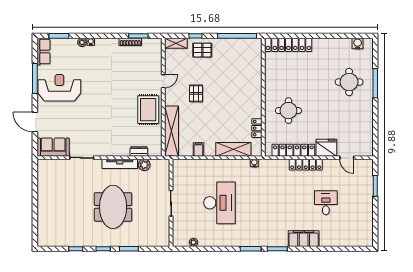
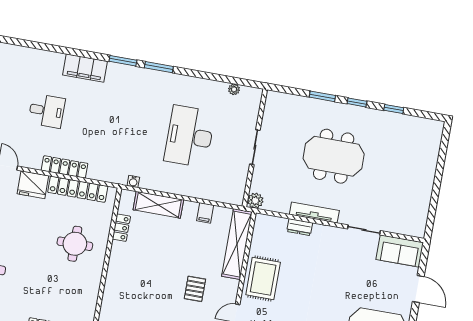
dresser: (139, 151) -> (300, 227), moved
plant: (144, 165) -> (255, 201), moved
desk: (326, 203) -> (47, 111), turned -90
meeting table: (113, 207) -> (334, 156), turned 90

